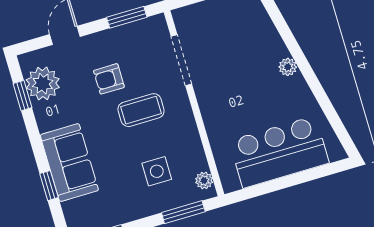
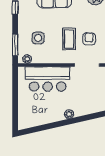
armchair: (109, 79) -> (89, 39), moved
bar counter: (279, 152) -> (48, 79), moved, turned 90

